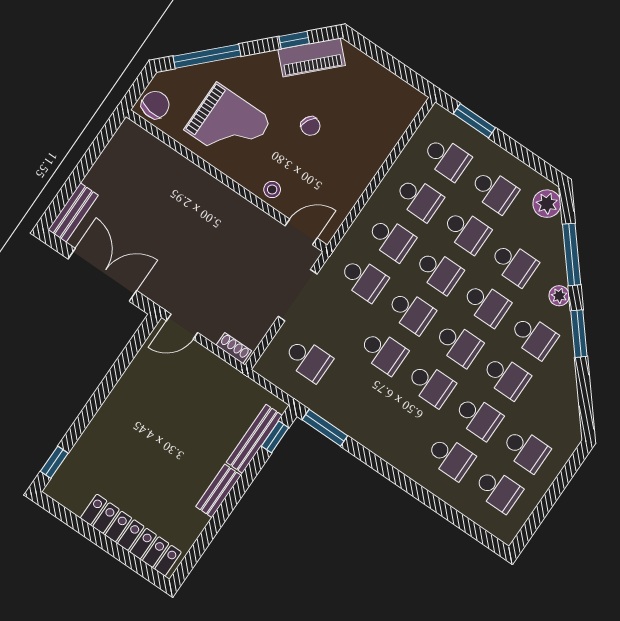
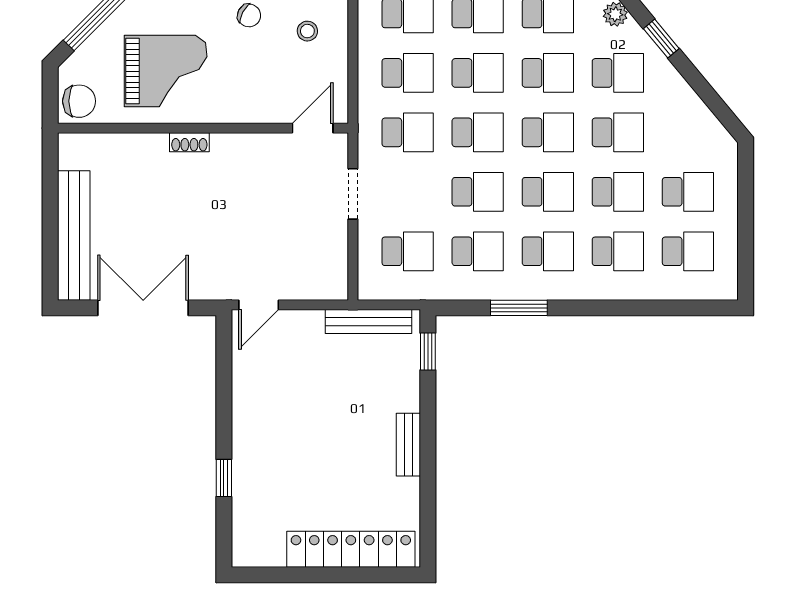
chair: (155, 105) -> (79, 101), turned 81
stool: (272, 189) -> (307, 31), moved
bench: (73, 213) -> (74, 236), width x1.86, depth x1.21
doorway: (298, 295) -> (353, 194), width x0.73
window: (579, 334) -> (661, 39), width x0.67
shoe rack: (234, 348) -> (189, 142), moved, turned 180
school desk: (356, 392) -> (478, 251), added
school desk: (403, 425) -> (548, 251), added
window: (325, 428) -> (519, 308), moved
bench: (254, 439) -> (368, 322), moved, turned 90
window: (54, 462) -> (224, 478), moved

